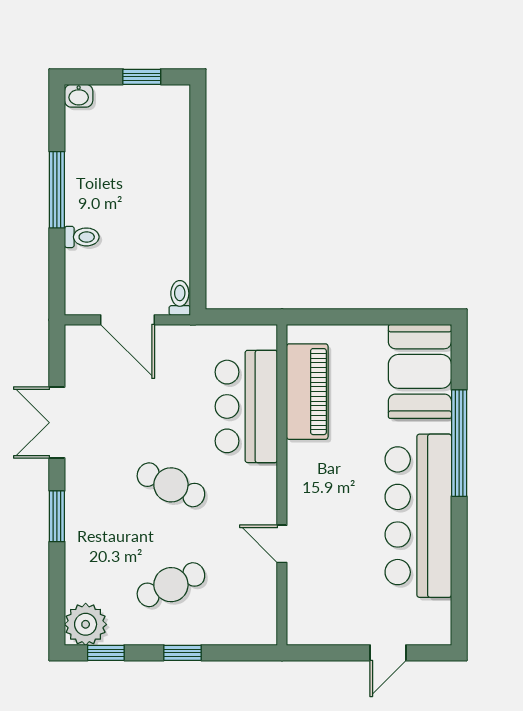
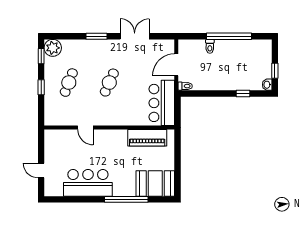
washbasin: (79, 96) -> (267, 85), moved
window: (198, 155) -> (243, 93), added
window: (57, 190) -> (229, 36), width x1.46
bar counter: (246, 406) -> (162, 103), moved, turned -90
bar counter: (418, 516) -> (88, 183), width x0.73
door: (282, 544) -> (85, 128), swing flipped
cafe table: (171, 585) -> (69, 83), turned 45

